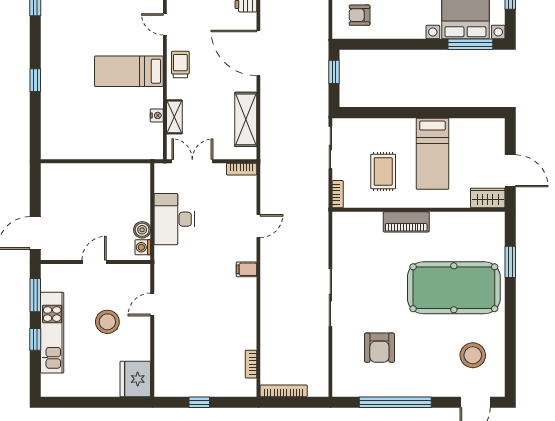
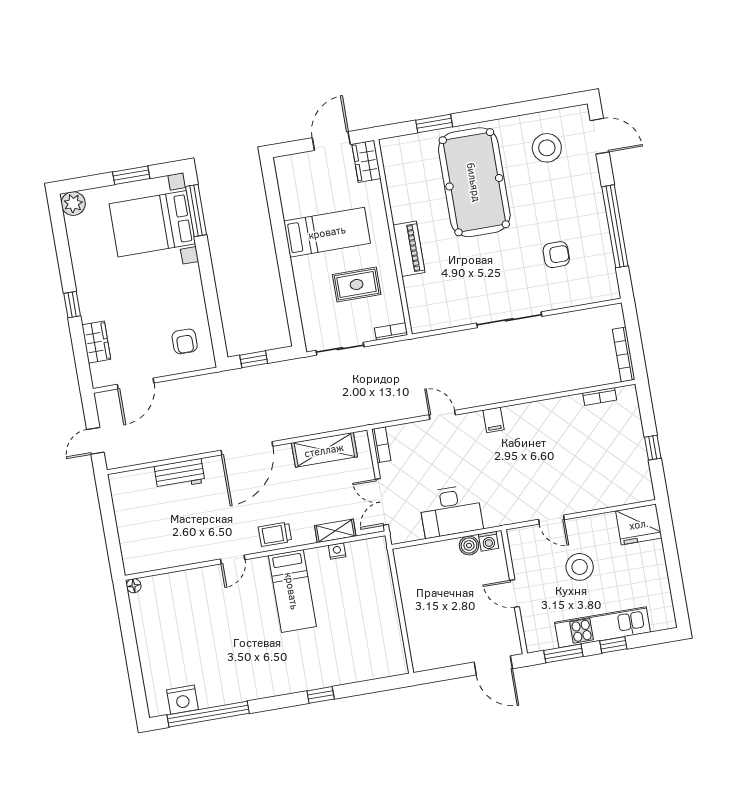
armchair: (379, 348) -> (556, 255), width x0.72, depth x0.72

